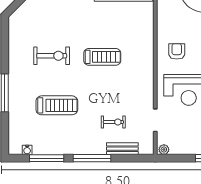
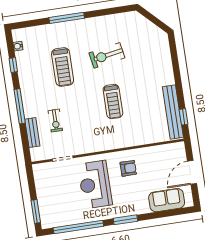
exercise bike: (52, 56) -> (107, 55), turned 80
plant: (164, 150) -> (37, 170), removed
window: (47, 158) -> (13, 65), width x0.46

